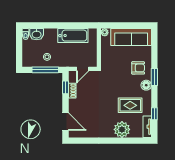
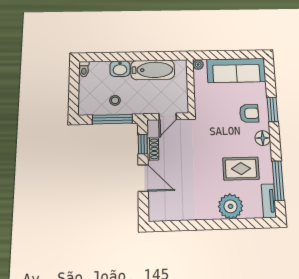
washbasin: (37, 34) -> (120, 69), moved
window: (154, 77) -> (272, 109), moved
window: (154, 114) -> (278, 181), width x2.17
door: (66, 122) -> (143, 178), moved

